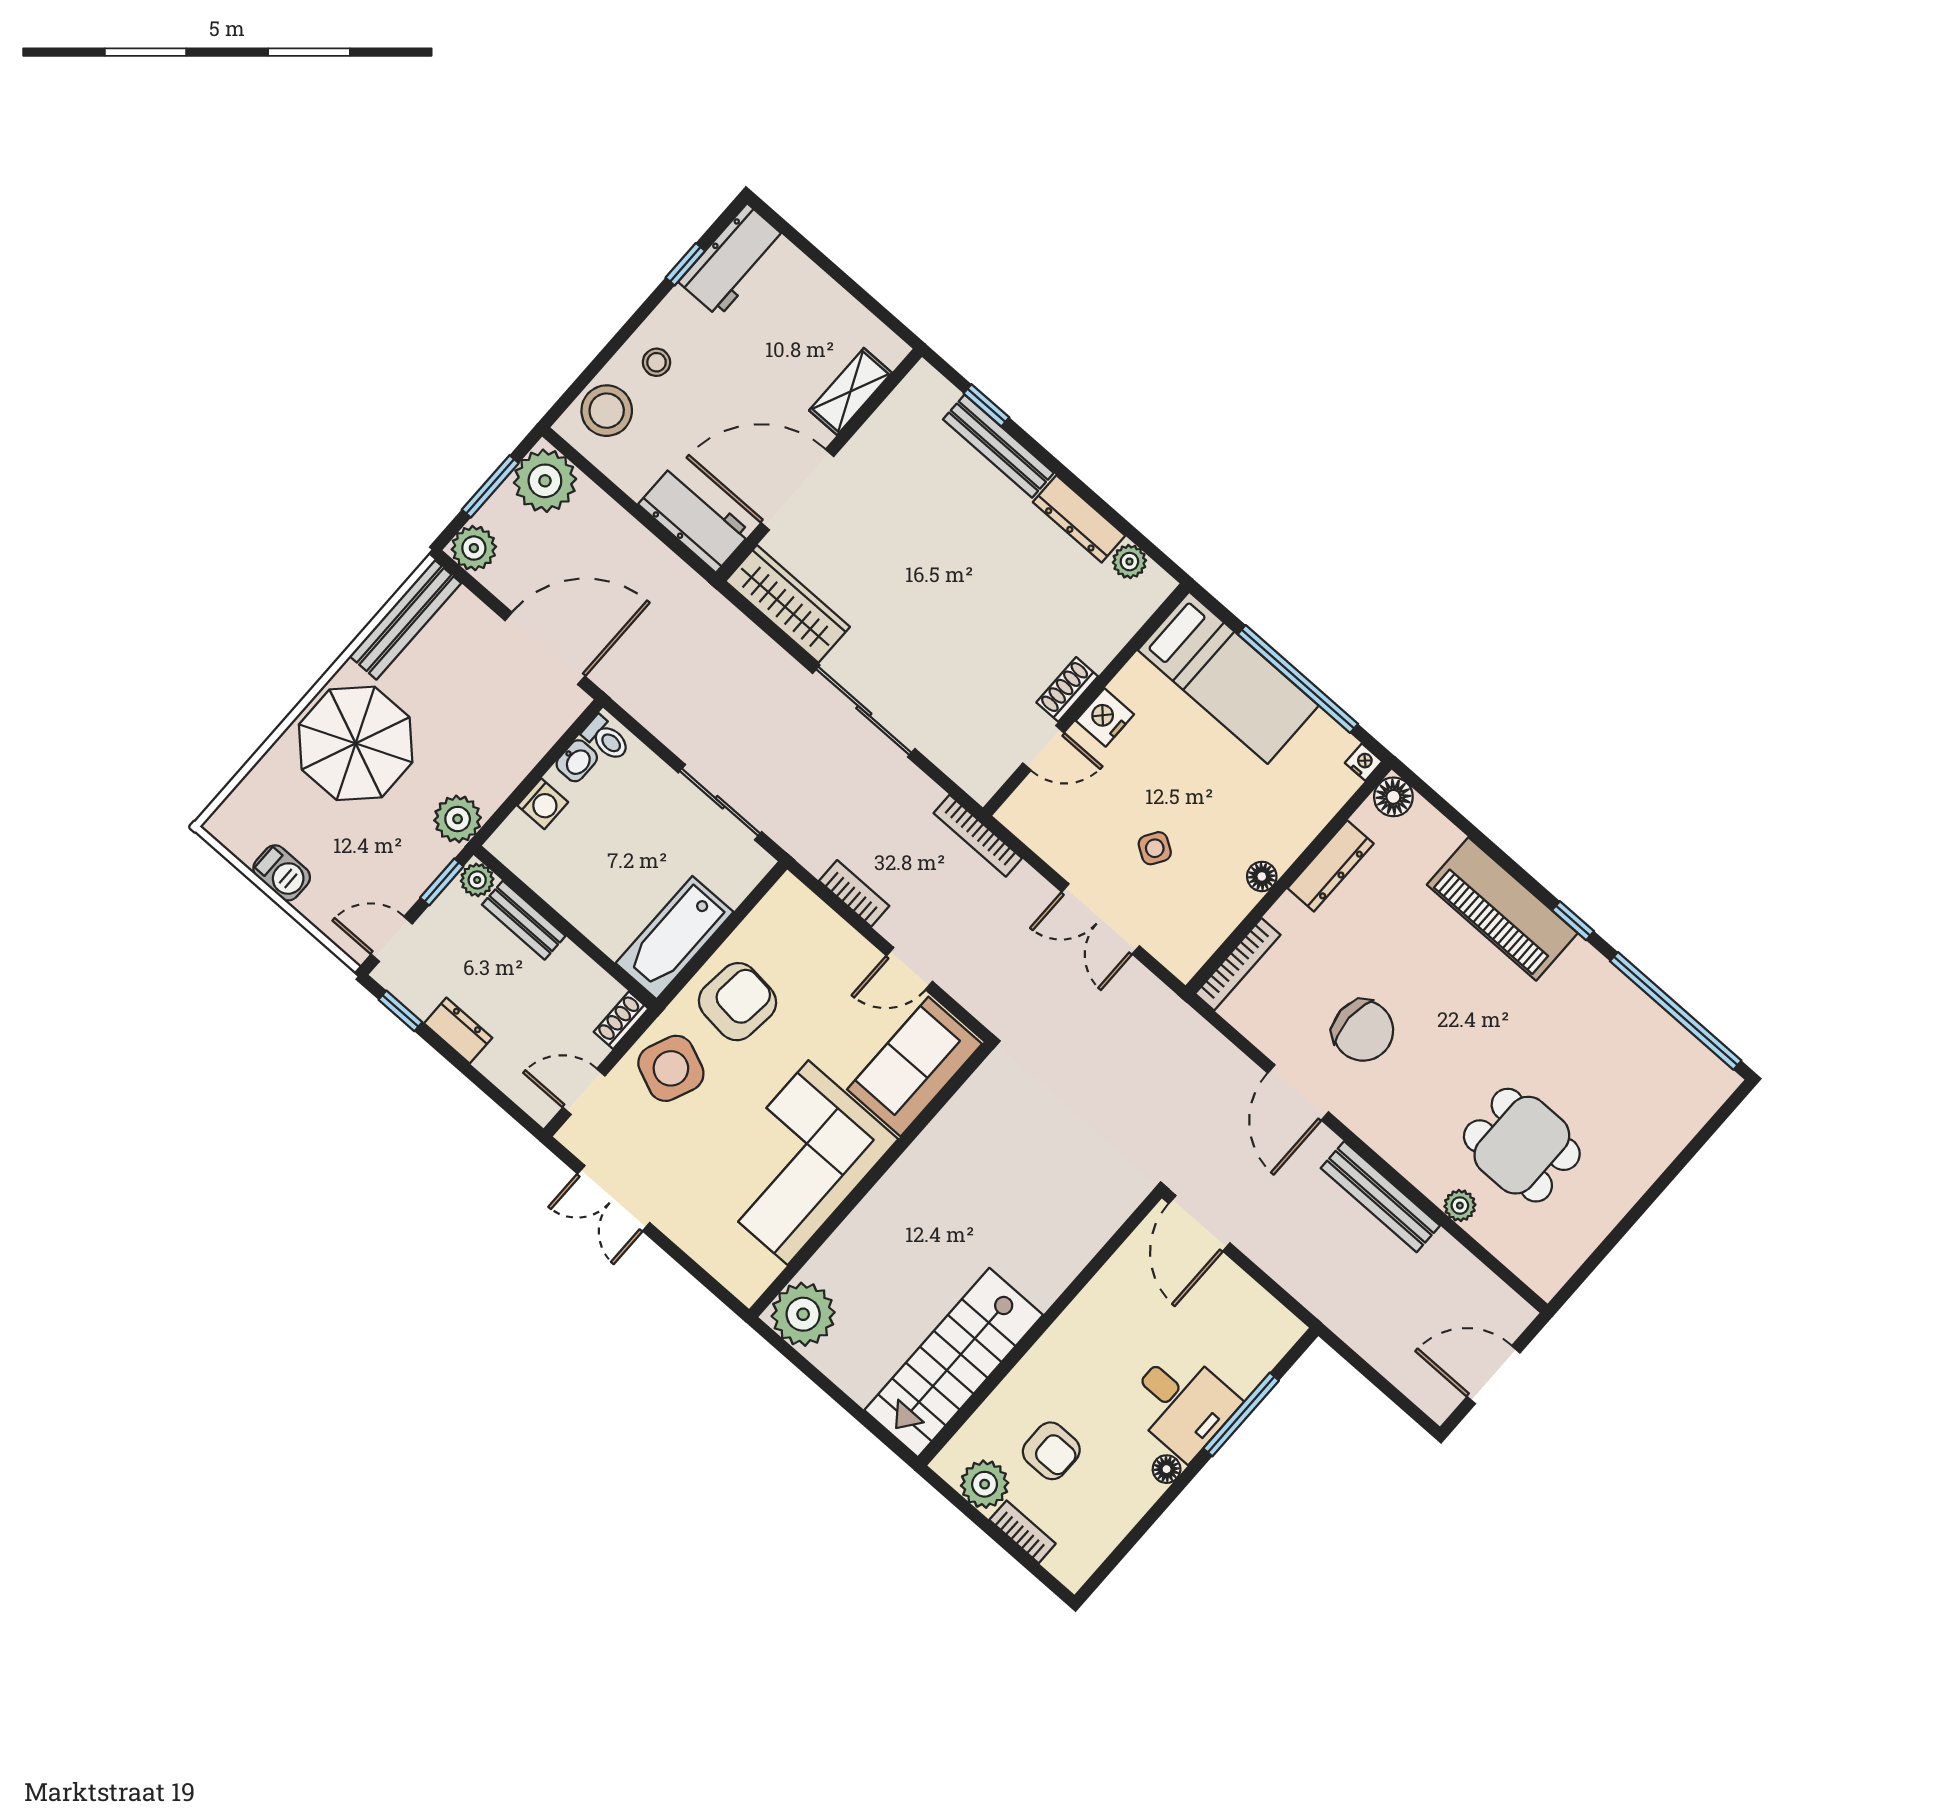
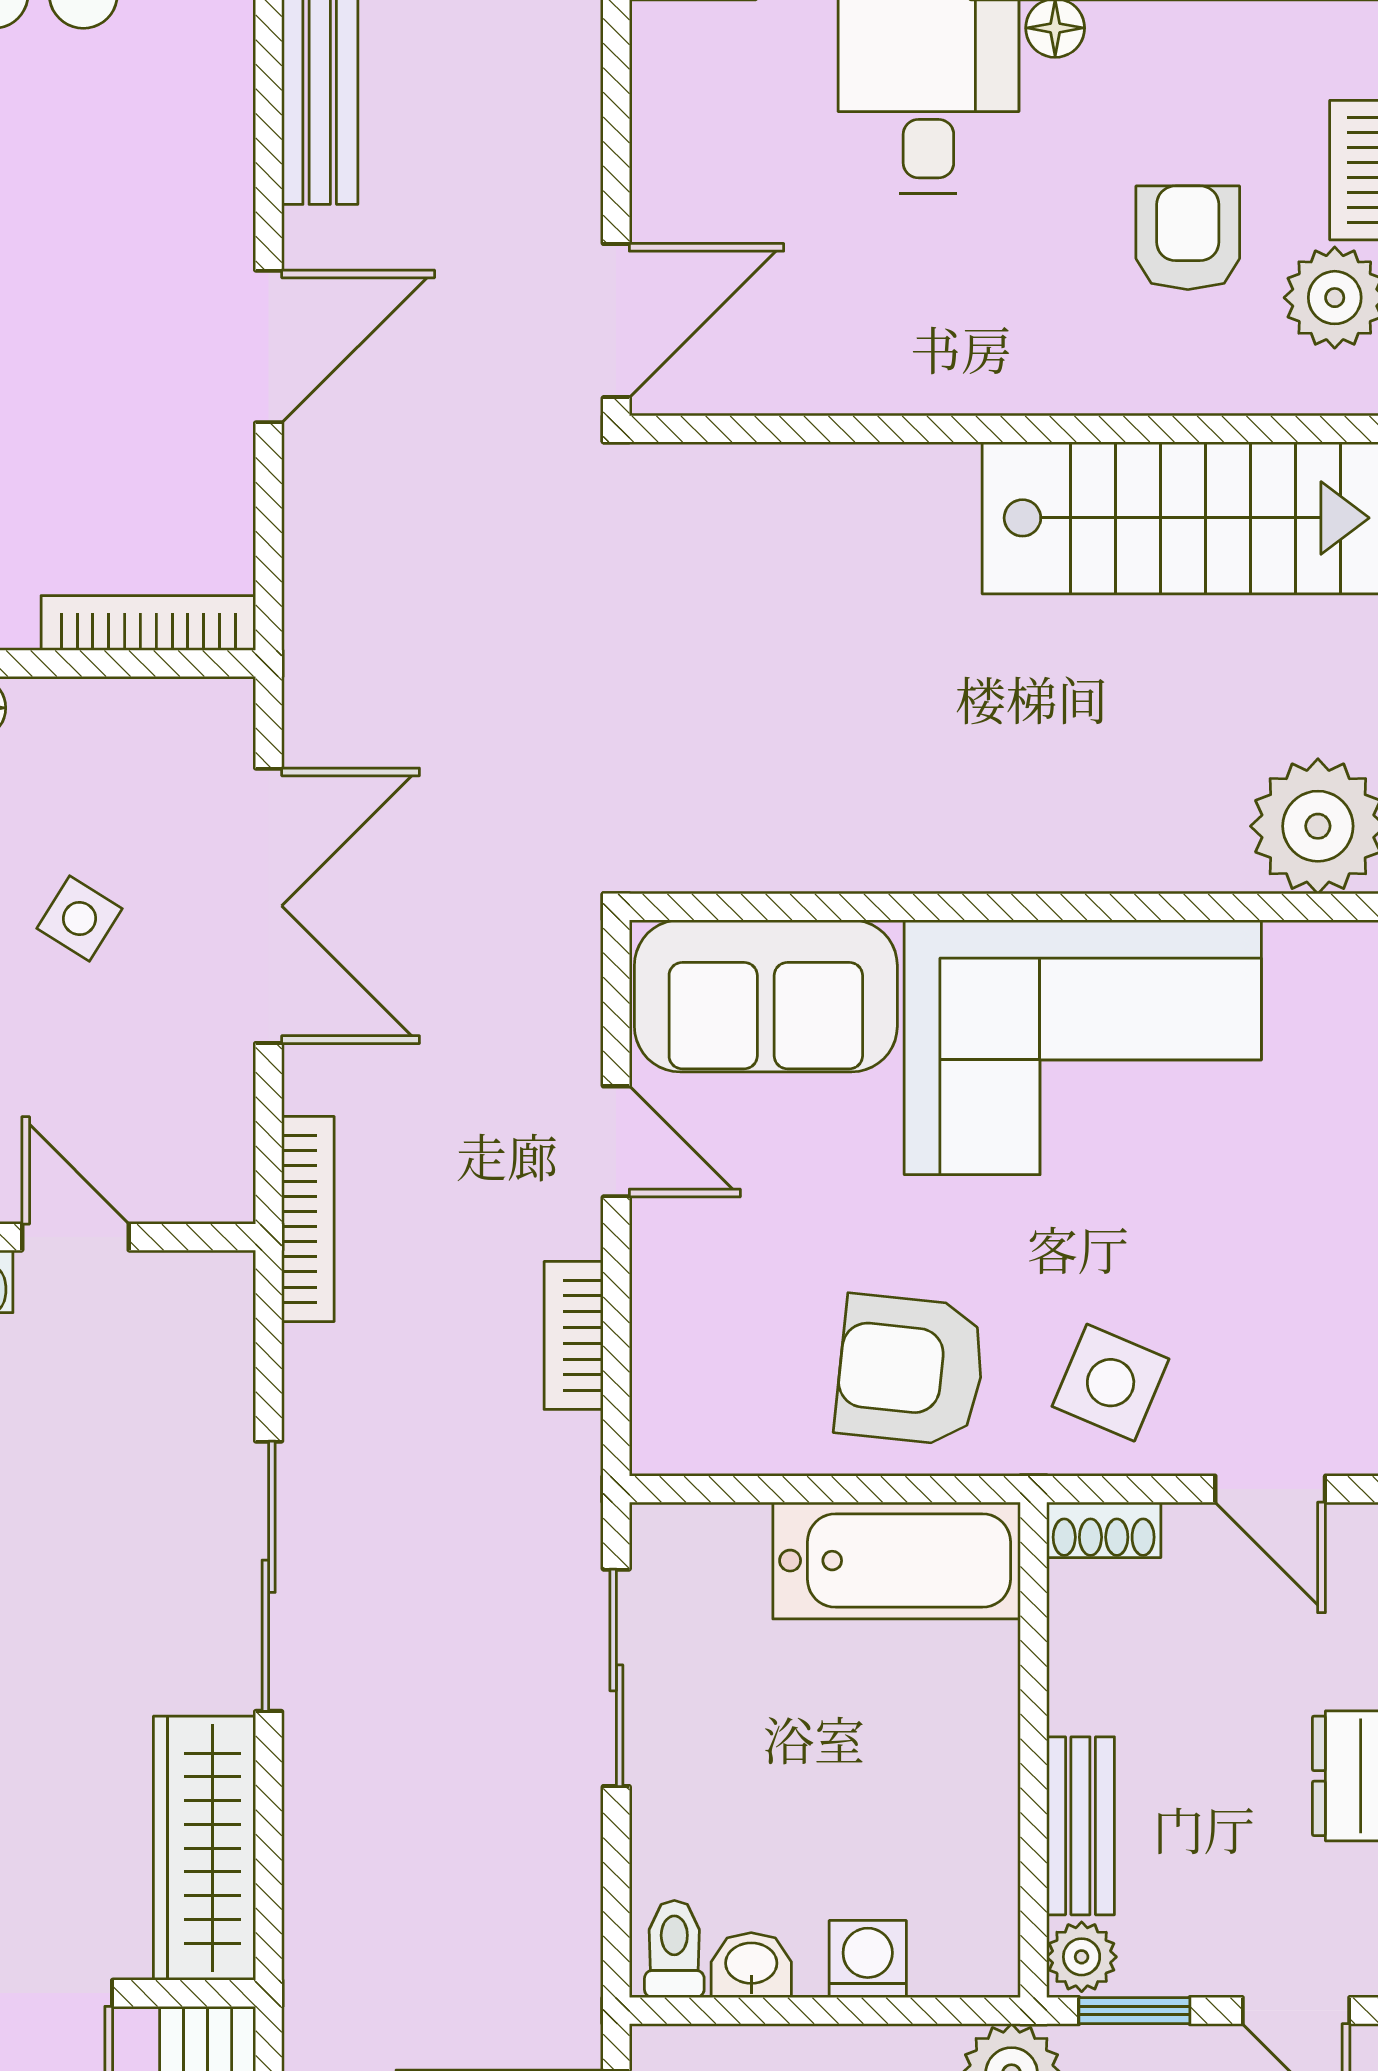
double door: (1101, 919) -> (269, 906), width x1.37
chair: (1363, 1031) -> (79, 330), removed
side table: (671, 1068) -> (1111, 1383), width x0.73, depth x0.73

